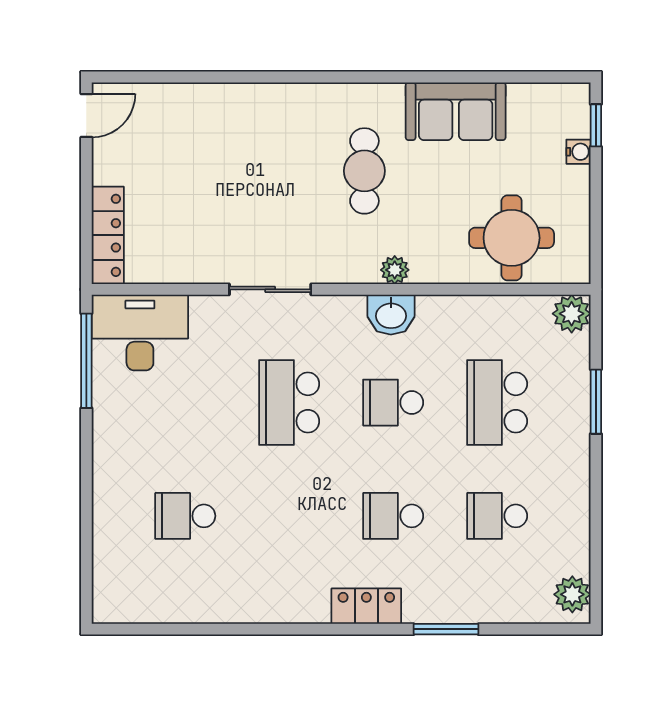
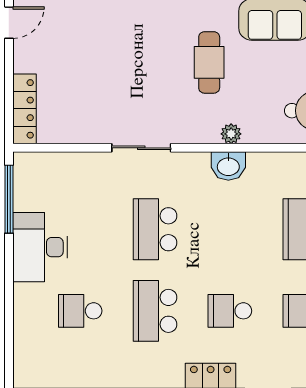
desk: (140, 333) -> (40, 247), moved, turned -90
school desk: (393, 403) -> (155, 311), moved, width x1.85

